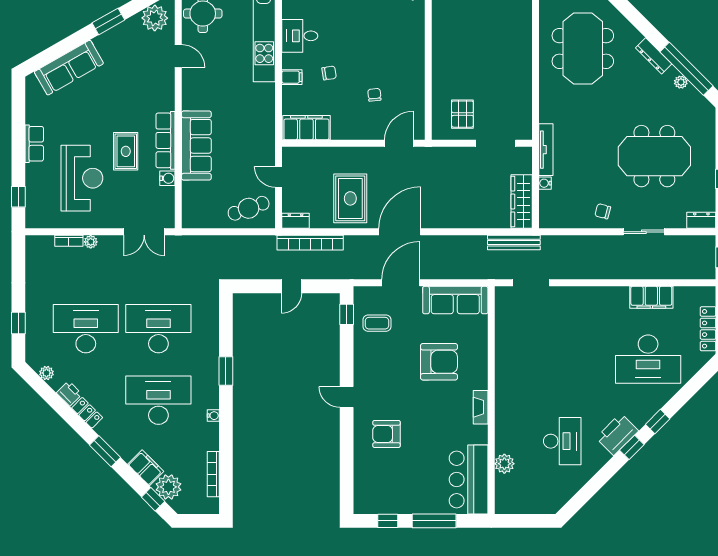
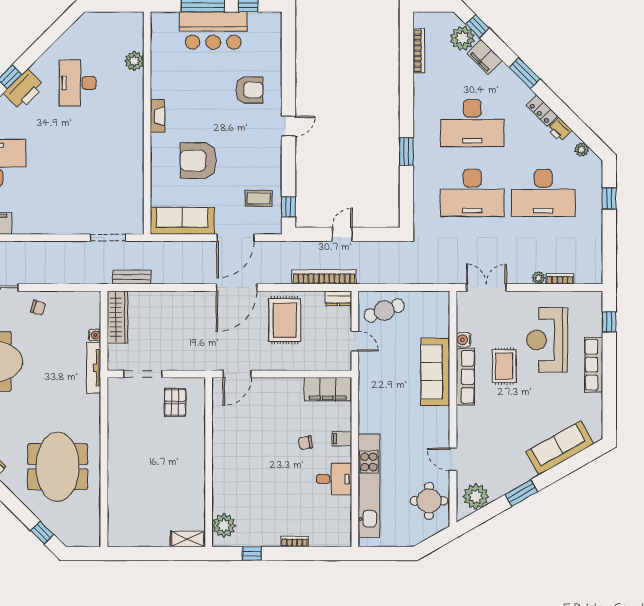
chair: (374, 95) -> (261, 421), removed
row of seats: (34, 144) -> (594, 365), width x1.48
bench: (514, 243) -> (132, 277), width x0.73
door: (347, 397) -> (288, 126), hinge flipped
water cooler: (213, 416) -> (419, 108), removed
bar counter: (469, 479) -> (213, 30), moved, turned 90

